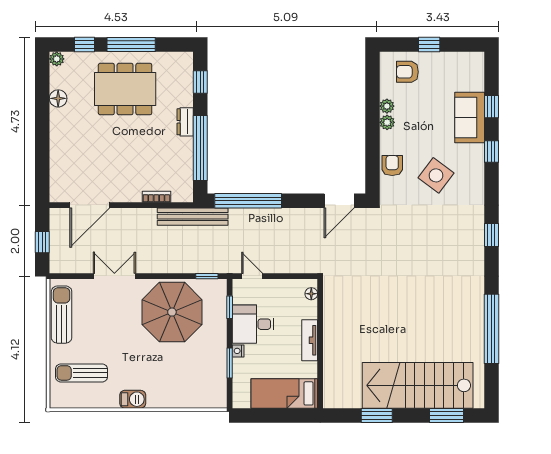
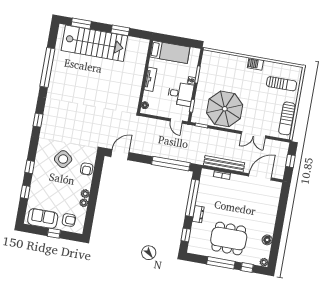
sofa: (470, 117) -> (43, 218), moved, turned -90
bench: (193, 217) -> (224, 164), moved

